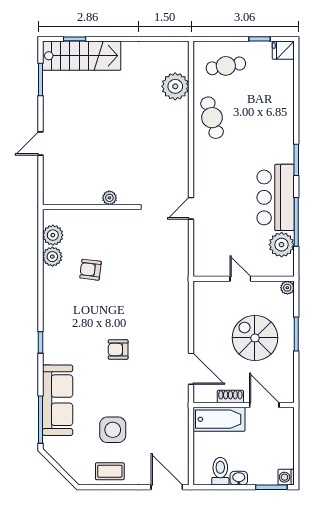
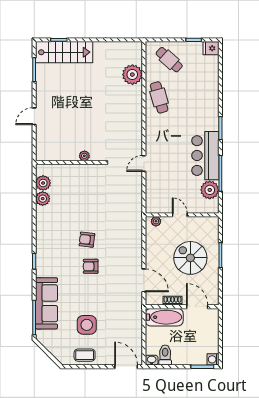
cafe table: (226, 66) -> (169, 60), turned 52
armchair: (90, 270) -> (87, 240), moved
plant: (287, 288) -> (156, 221), moved
washbasin: (239, 478) -> (152, 360), moved

